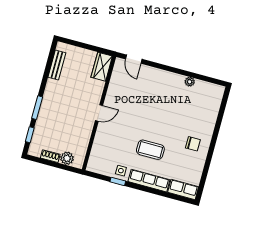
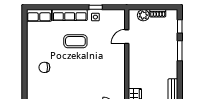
door: (99, 113) -> (127, 37), moved
chair: (193, 144) -> (44, 67), moved

